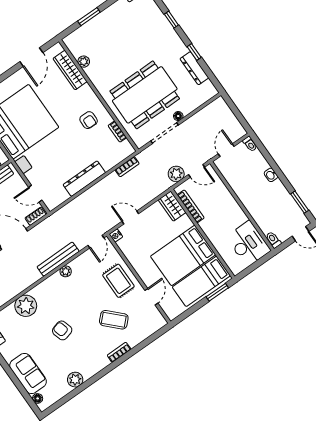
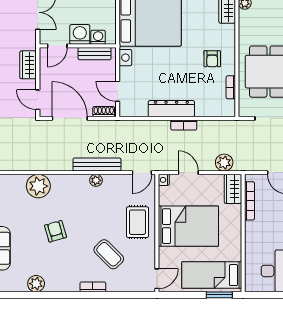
bookcase: (127, 167) -> (184, 125), moved
plant: (176, 174) -> (224, 163), moved
bed: (183, 255) -> (188, 226), moved, turned 180
door: (151, 297) -> (157, 279), moved

